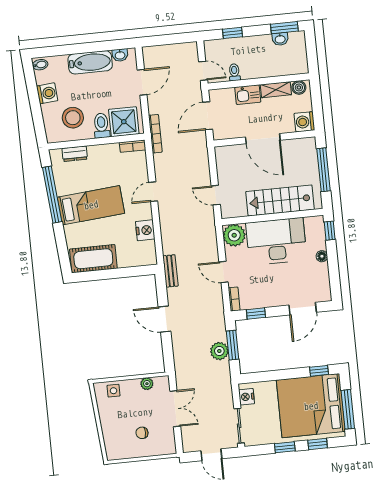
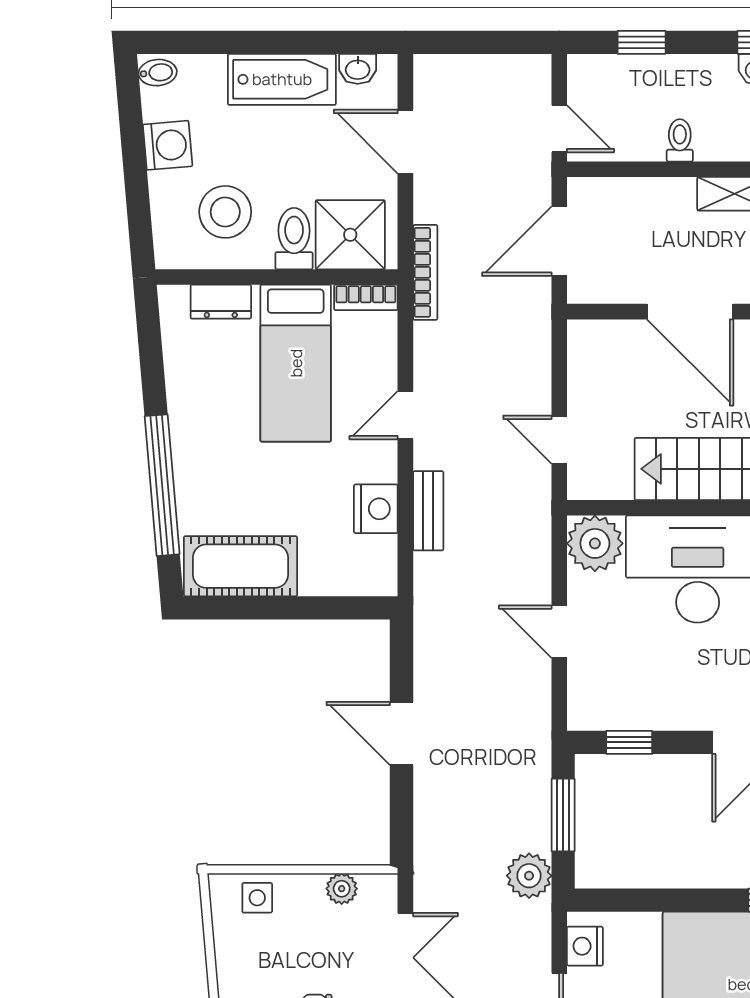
toilet: (234, 72) -> (680, 140), moved
door: (142, 82) -> (405, 142), swing flipped
kitchen sink: (248, 95) -> (664, 199), removed
window: (52, 195) -> (162, 485), moved
bed: (91, 205) -> (296, 363), moved, turned 95
bench: (170, 271) -> (428, 511), moved
bookcase: (234, 299) -> (579, 701), removed
plant: (219, 351) -> (529, 876), moved

